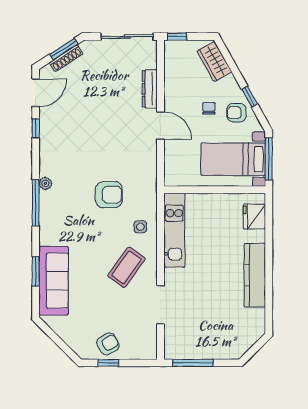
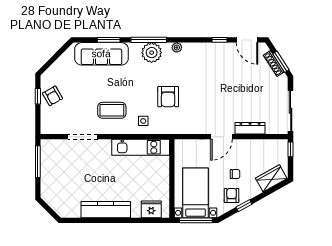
window: (36, 203) -> (149, 40), moved
plant: (52, 216) -> (152, 53), added
coffee table: (126, 267) -> (112, 110), turned -36

